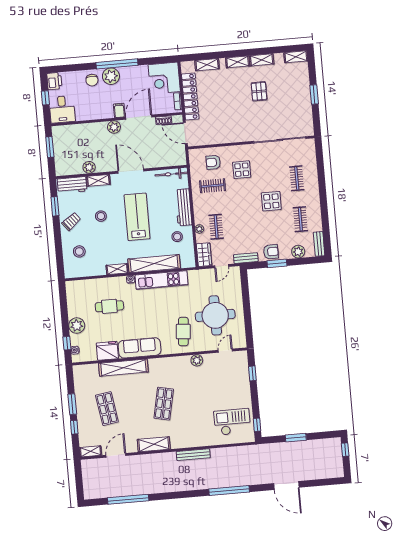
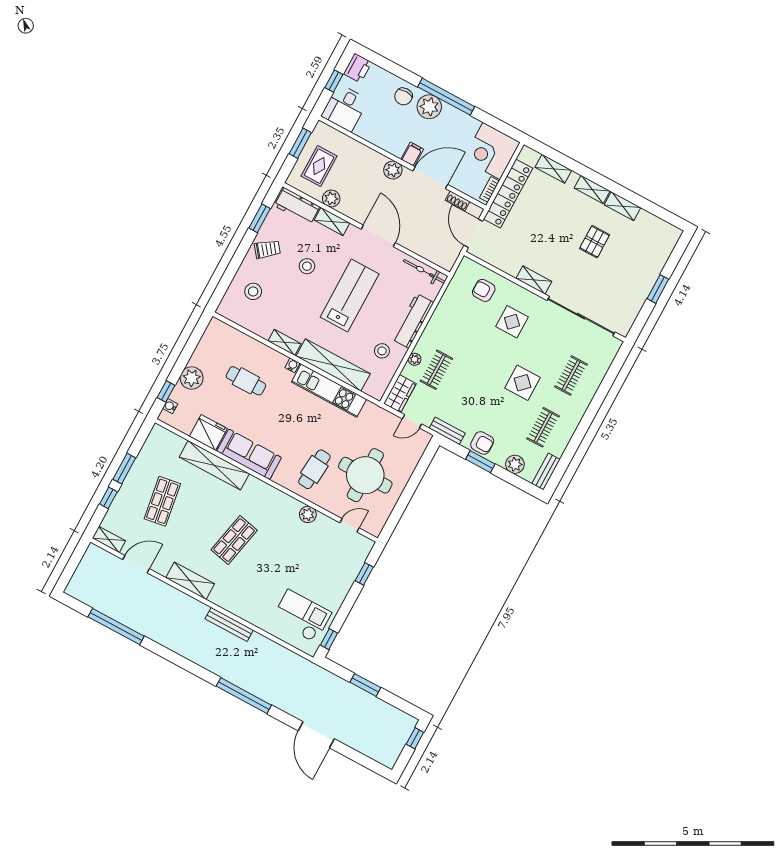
shelving: (296, 57) -> (534, 280), moved
rug: (70, 153) -> (319, 166), added
clothes rail: (213, 186) -> (464, 318), removed

